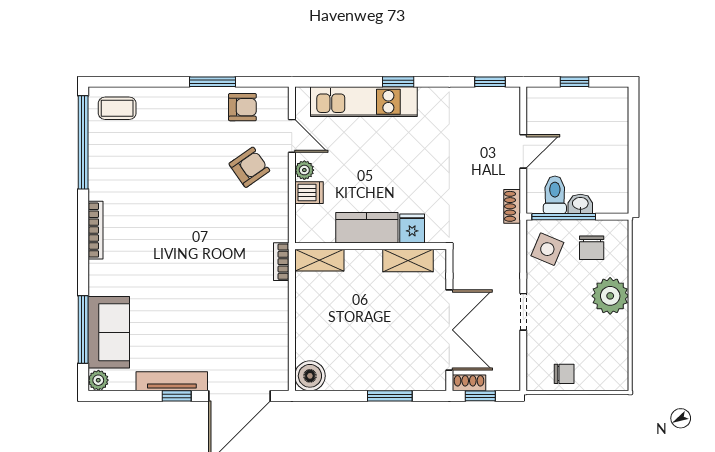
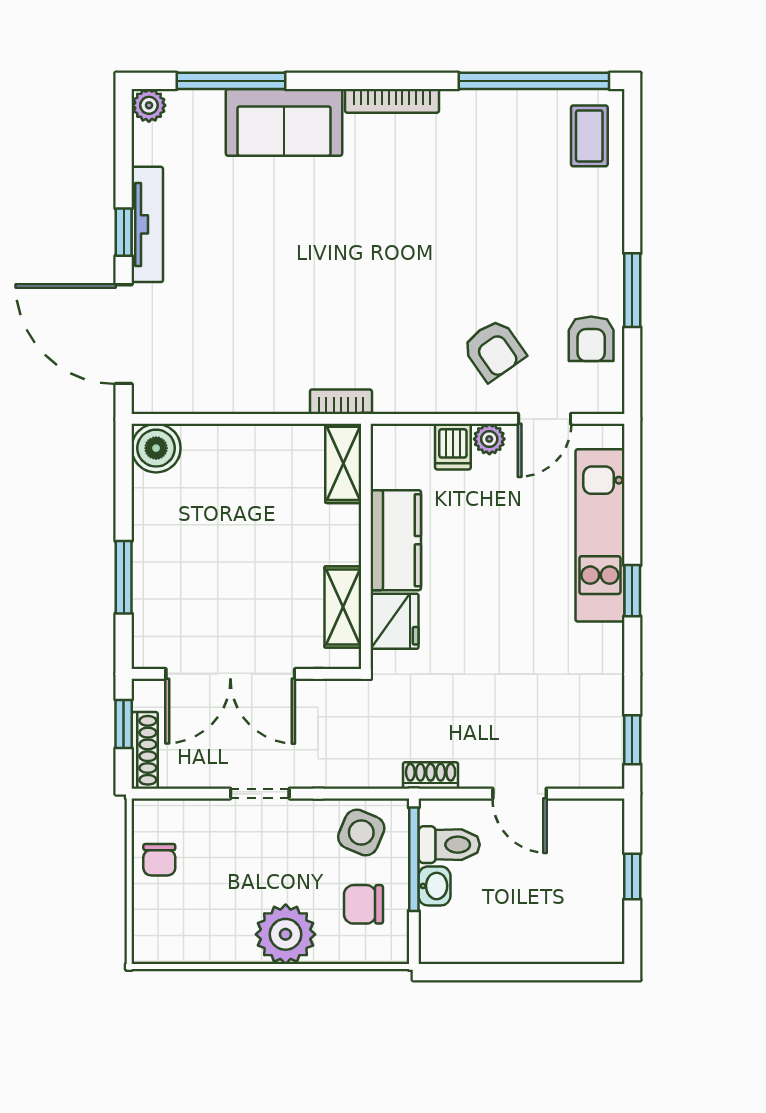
fridge: (412, 229) -> (395, 621), width x1.38
sofa: (109, 332) -> (284, 122), moved
shoe rack: (469, 383) -> (145, 750), moved, width x1.43

